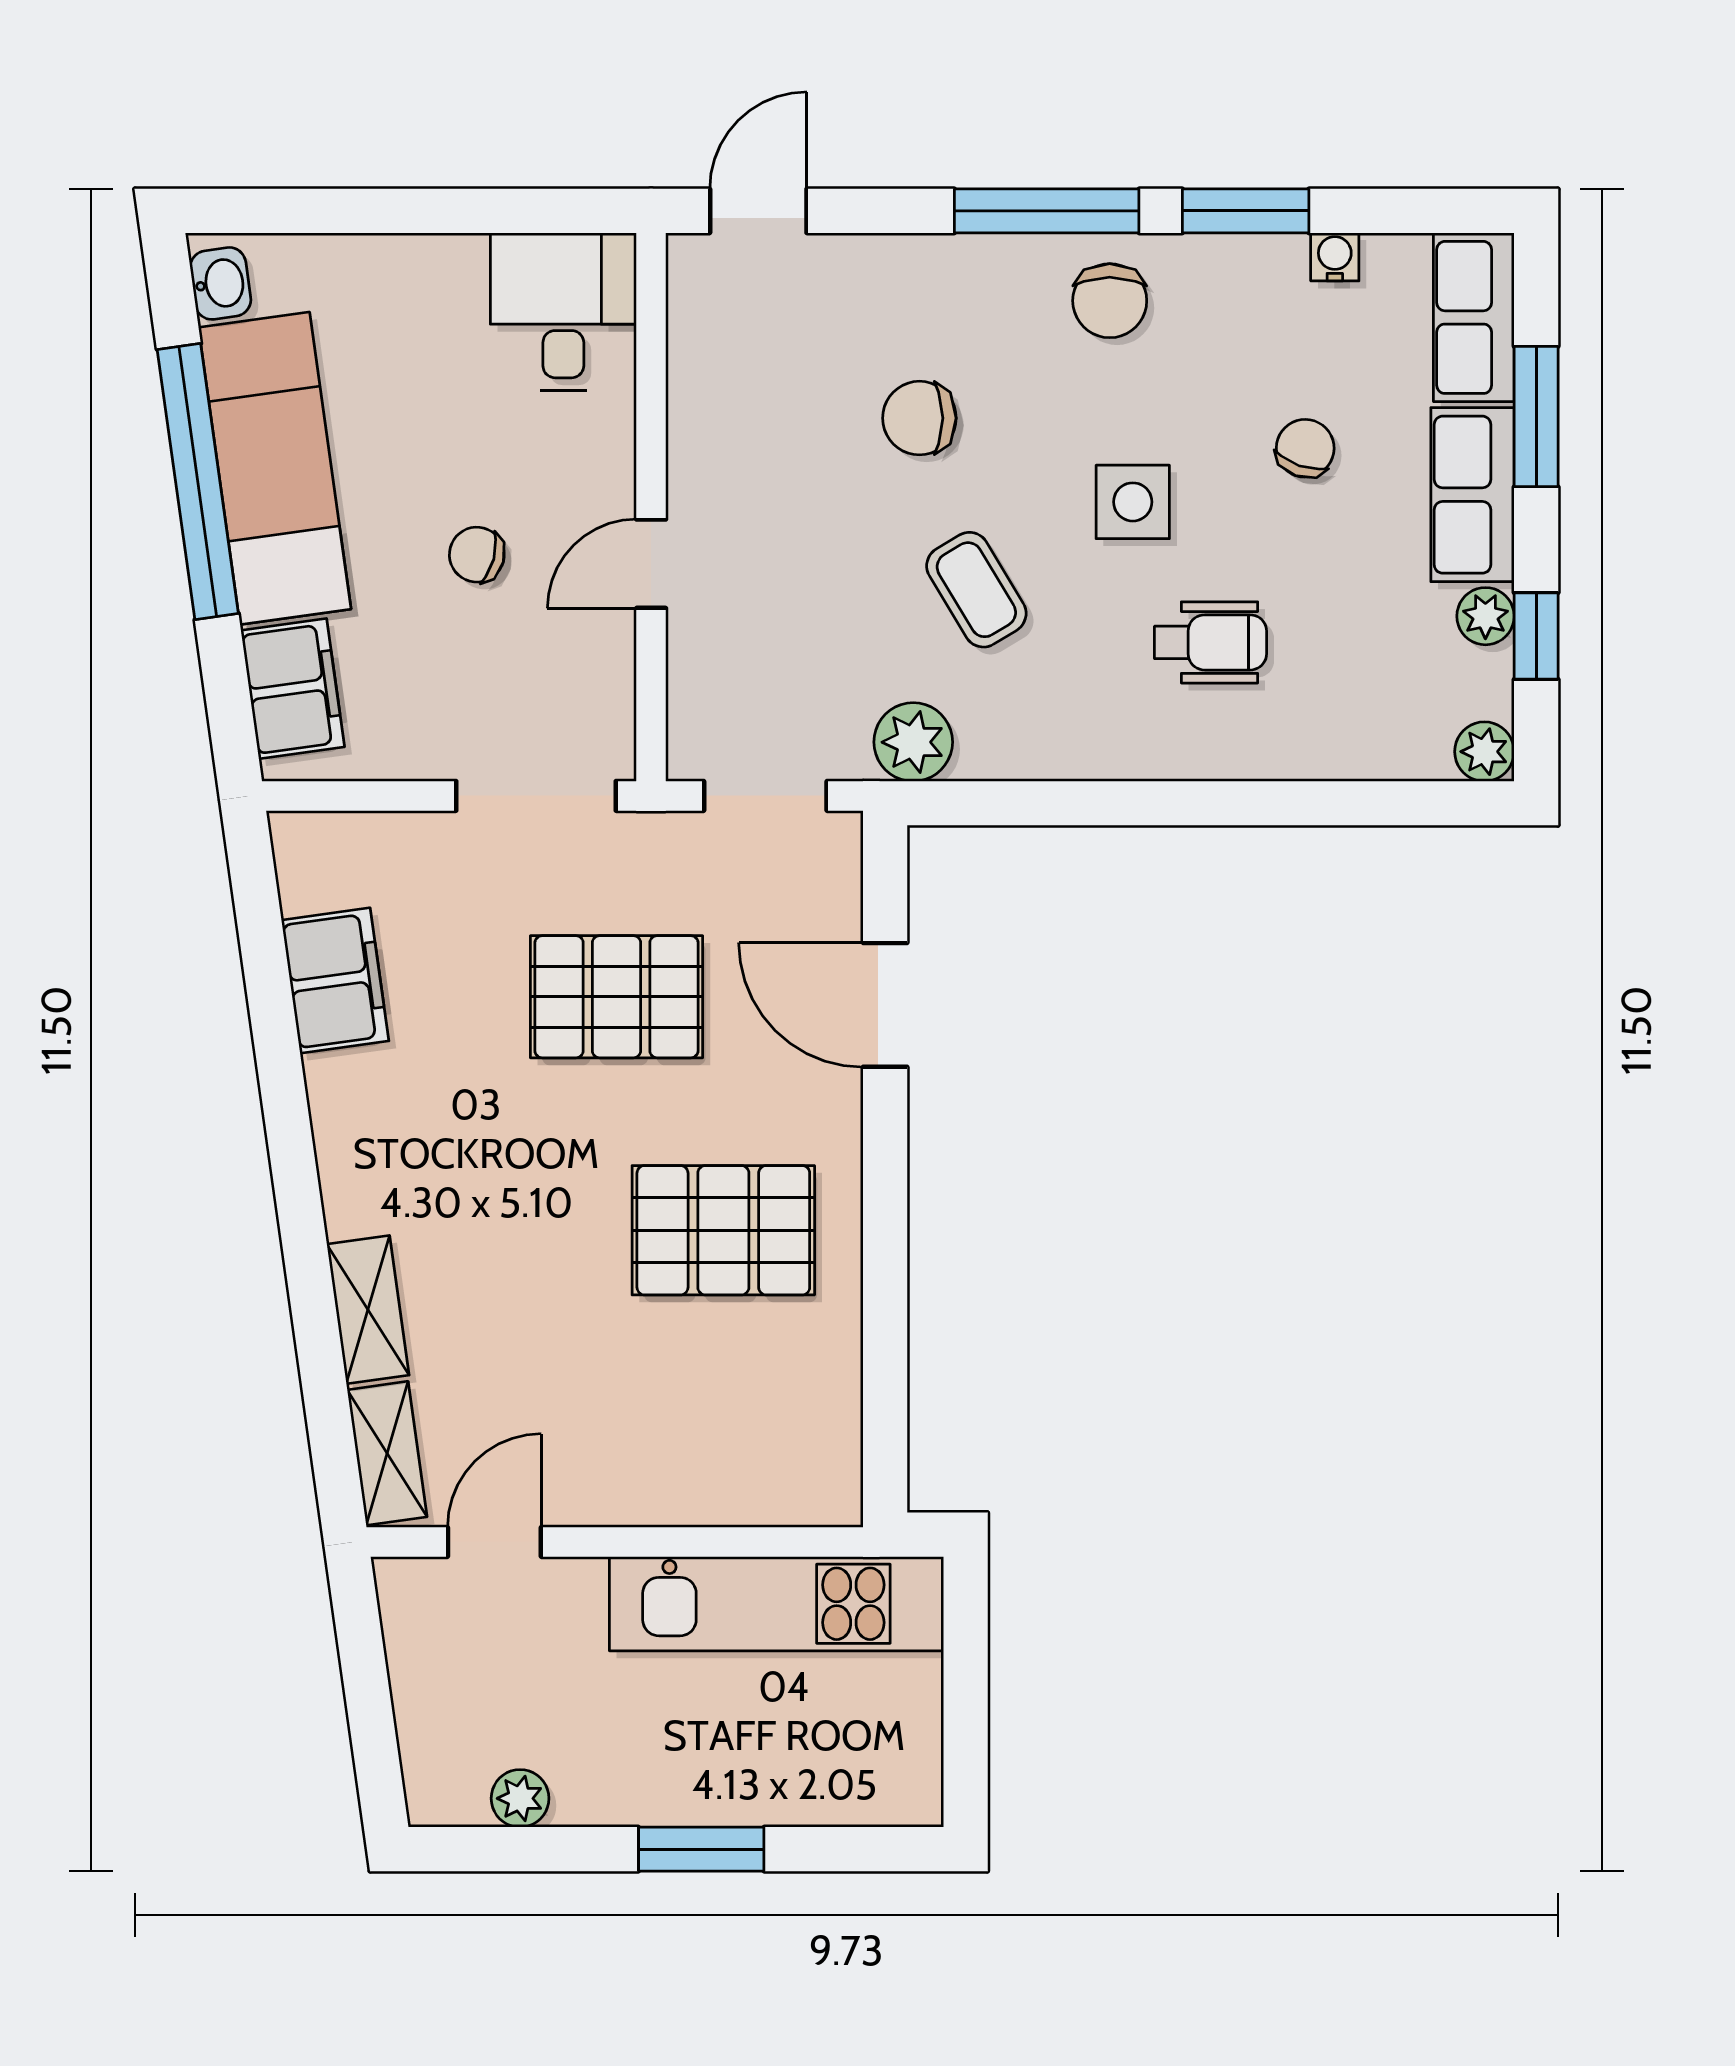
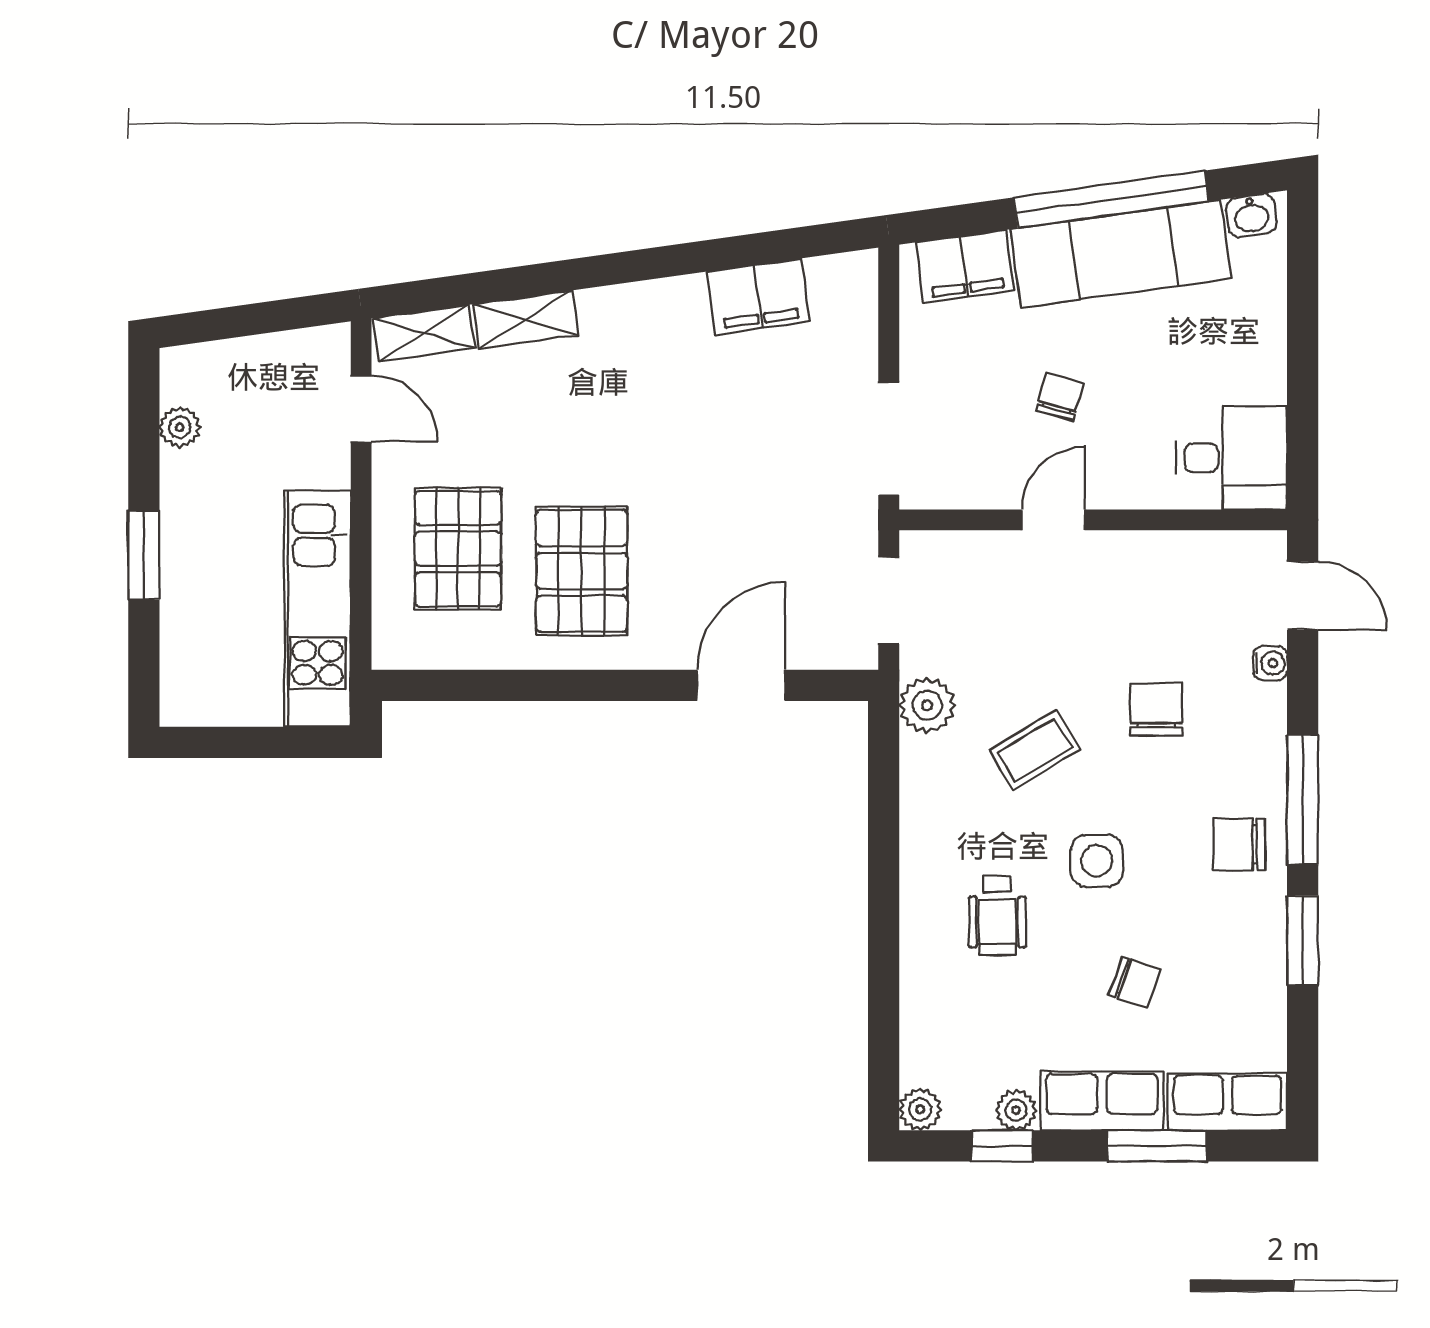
water cooler: (1335, 257) -> (1270, 663), moved
door: (651, 564) -> (1053, 520), hinge flipped
pallet: (616, 997) -> (458, 549), moved

